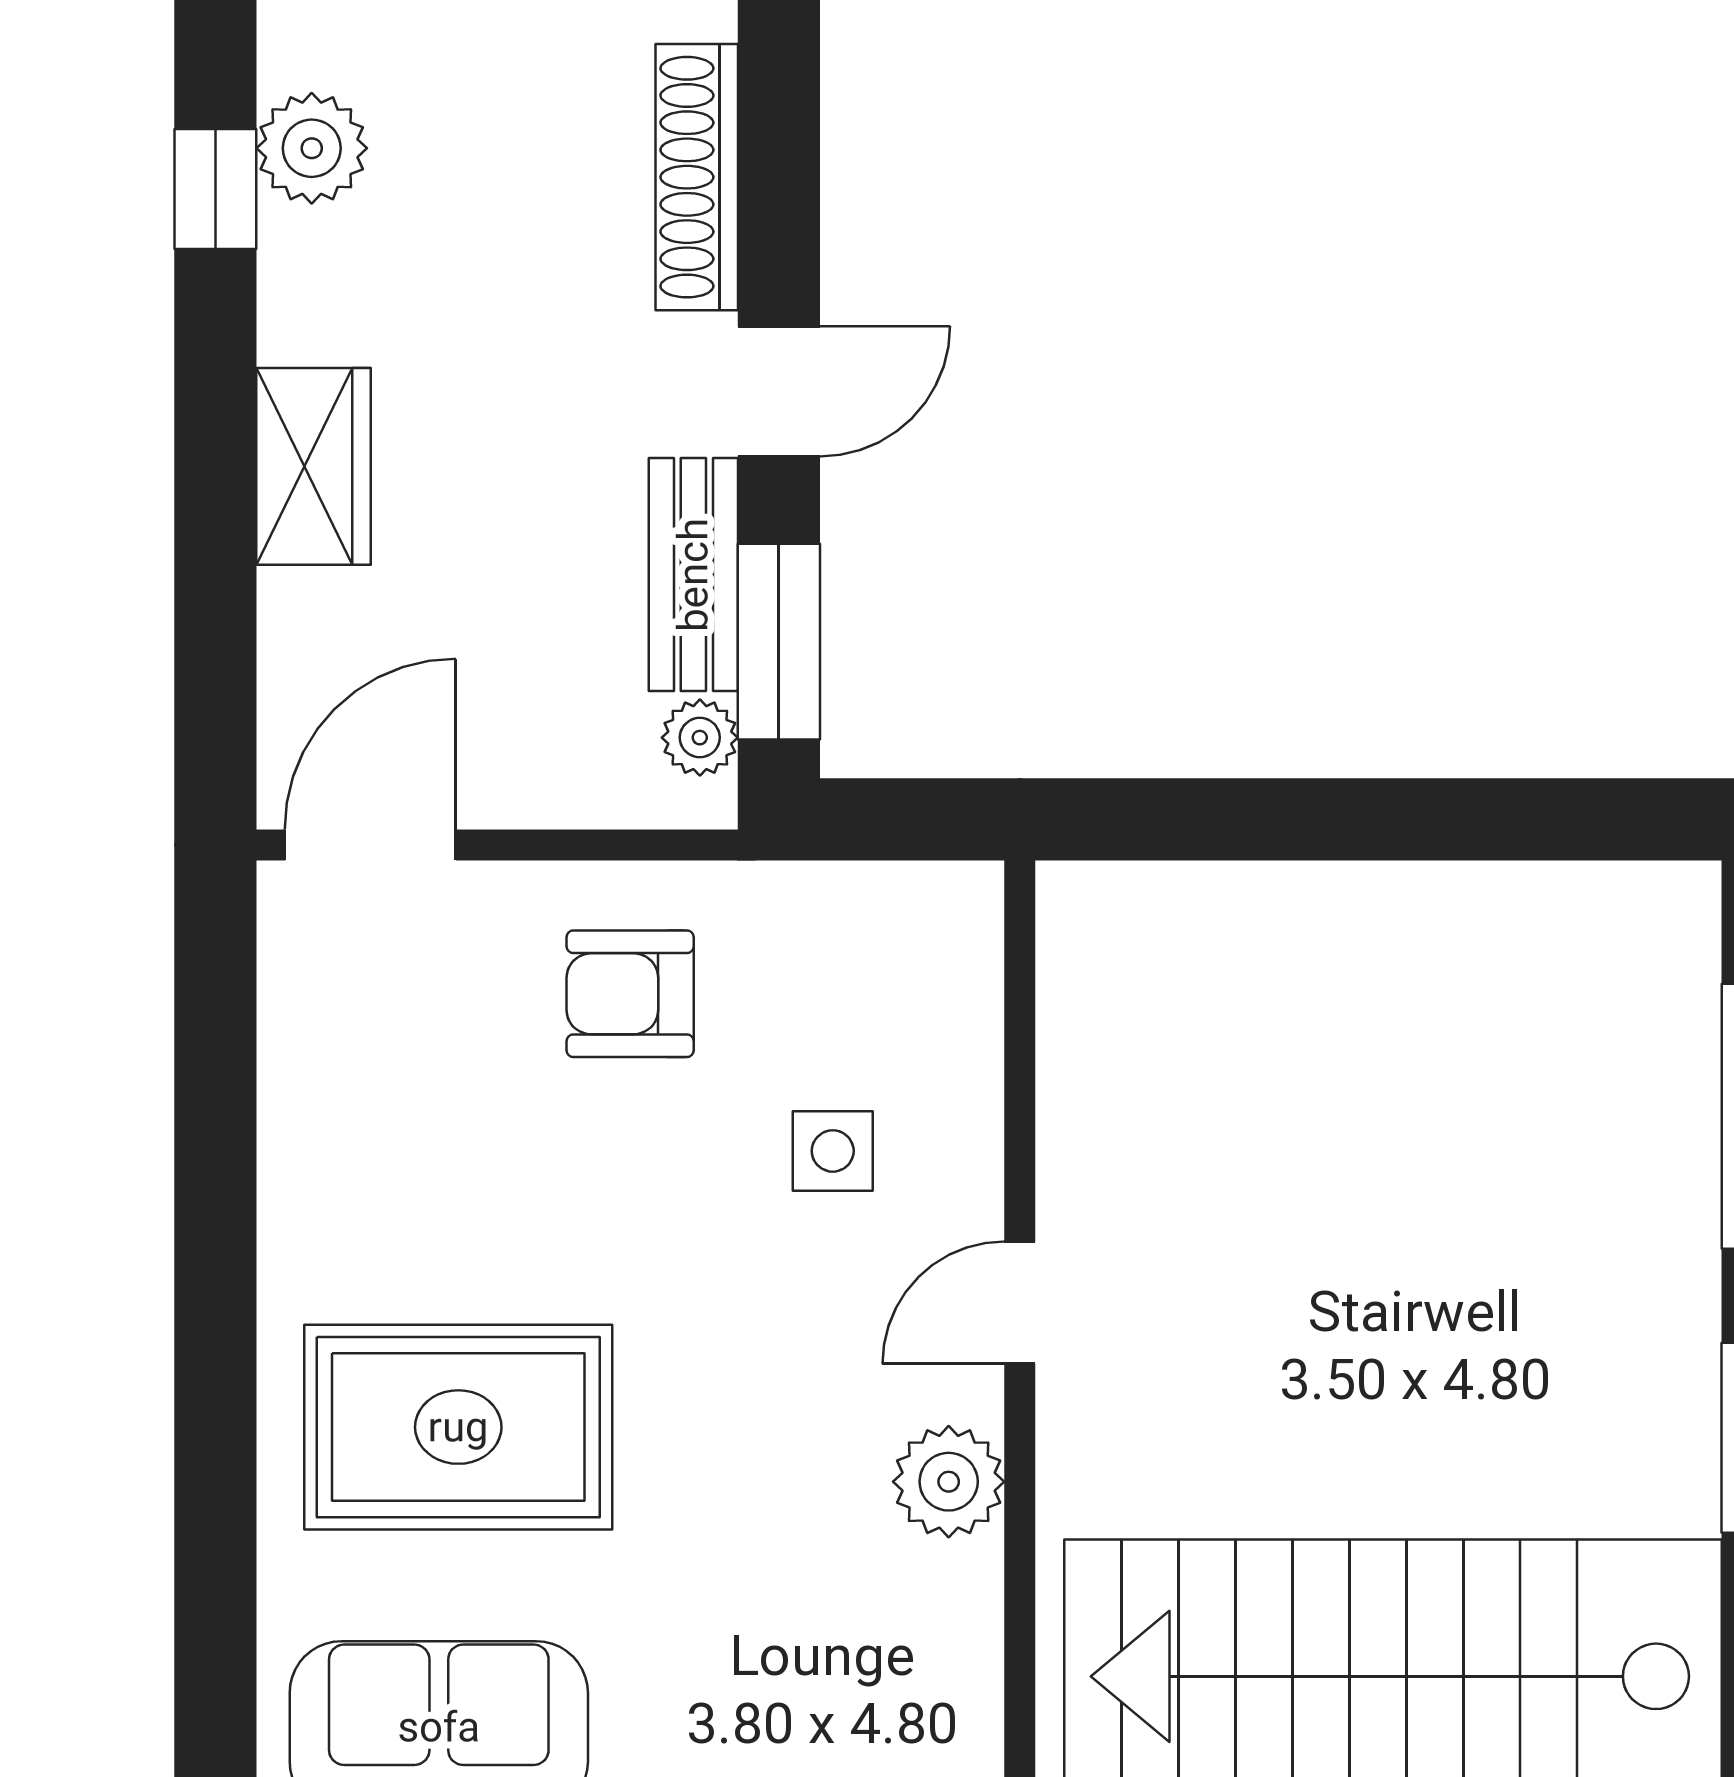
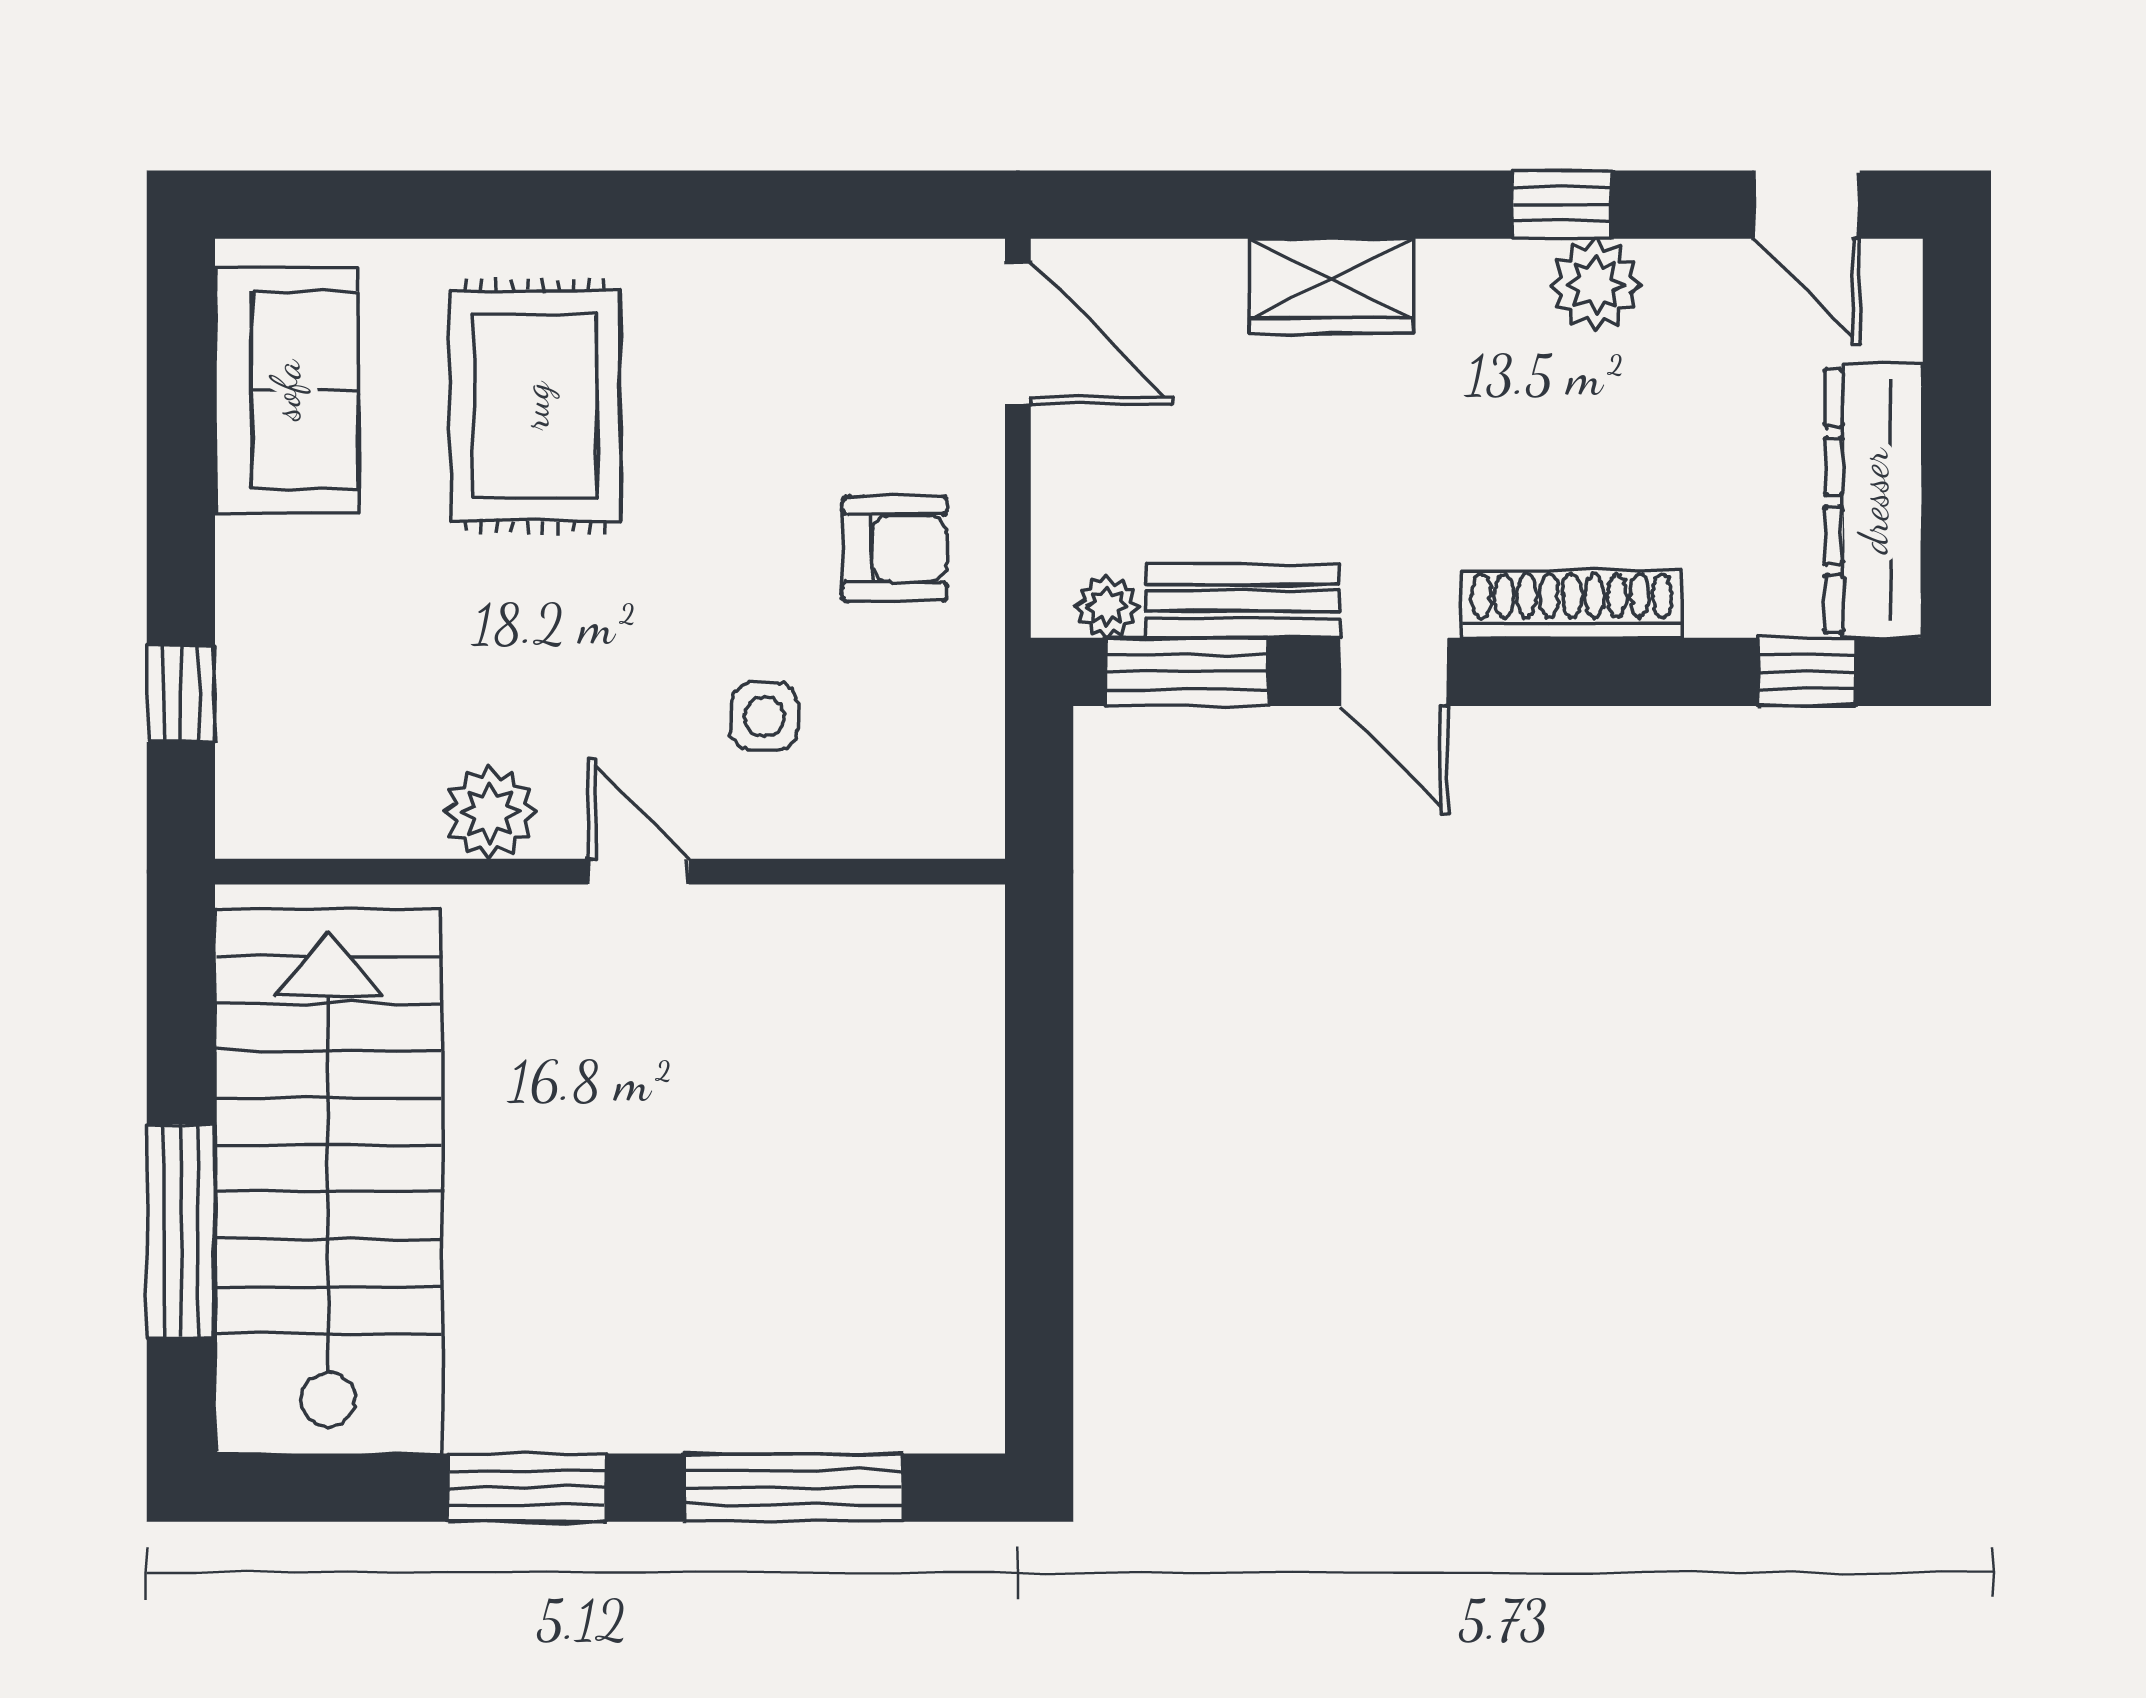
armchair: (630, 994) -> (894, 549), turned 90

